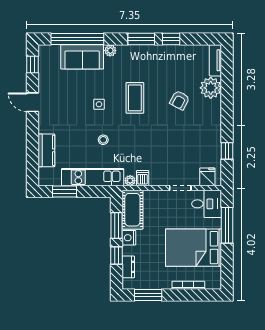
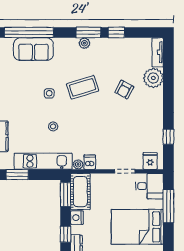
plant: (110, 50) -> (84, 43), moved
coffee table: (135, 98) -> (83, 87), turned 73
window: (116, 225) -> (65, 195), moved

